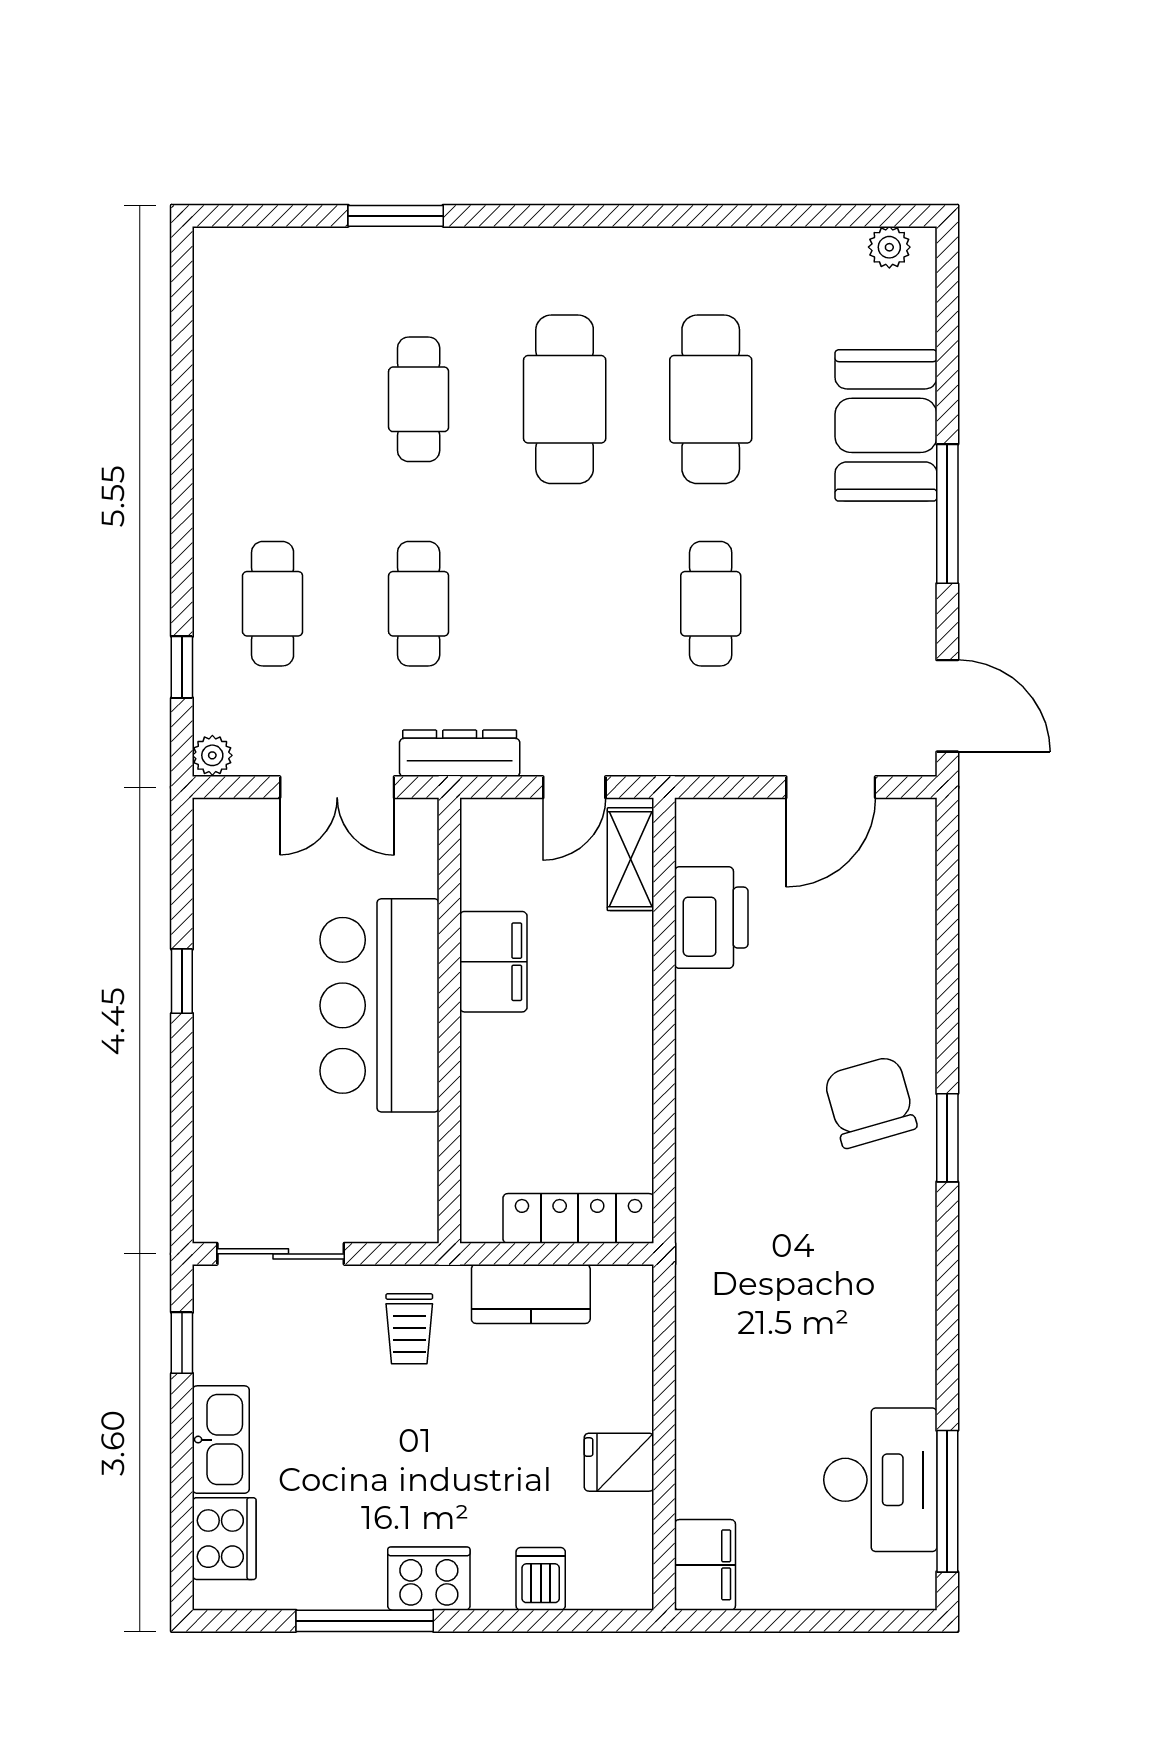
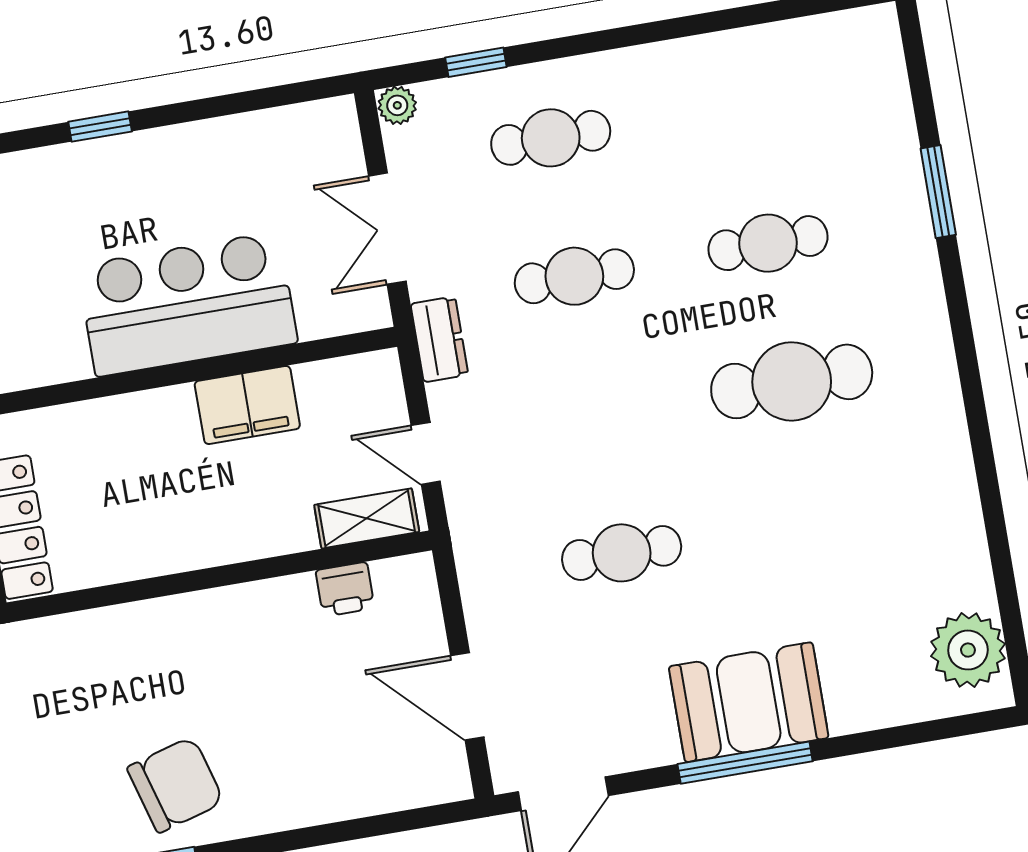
plant: (889, 247) -> (968, 650), width x1.88, depth x1.88
cafe table: (711, 399) -> (815, 520), removed
booth: (886, 425) -> (749, 702), moved
dresser: (460, 753) -> (439, 339), width x0.70
printer: (711, 918) -> (345, 589), width x0.53, depth x0.68
window: (182, 981) -> (100, 127), moved

